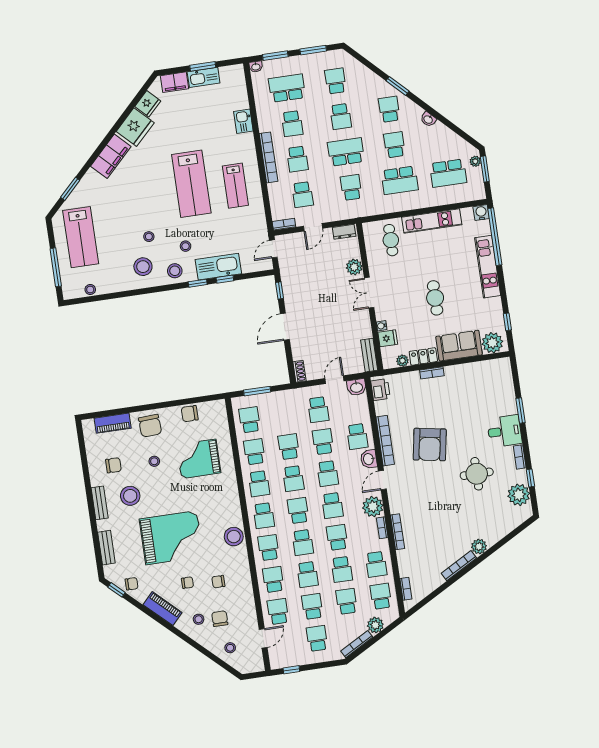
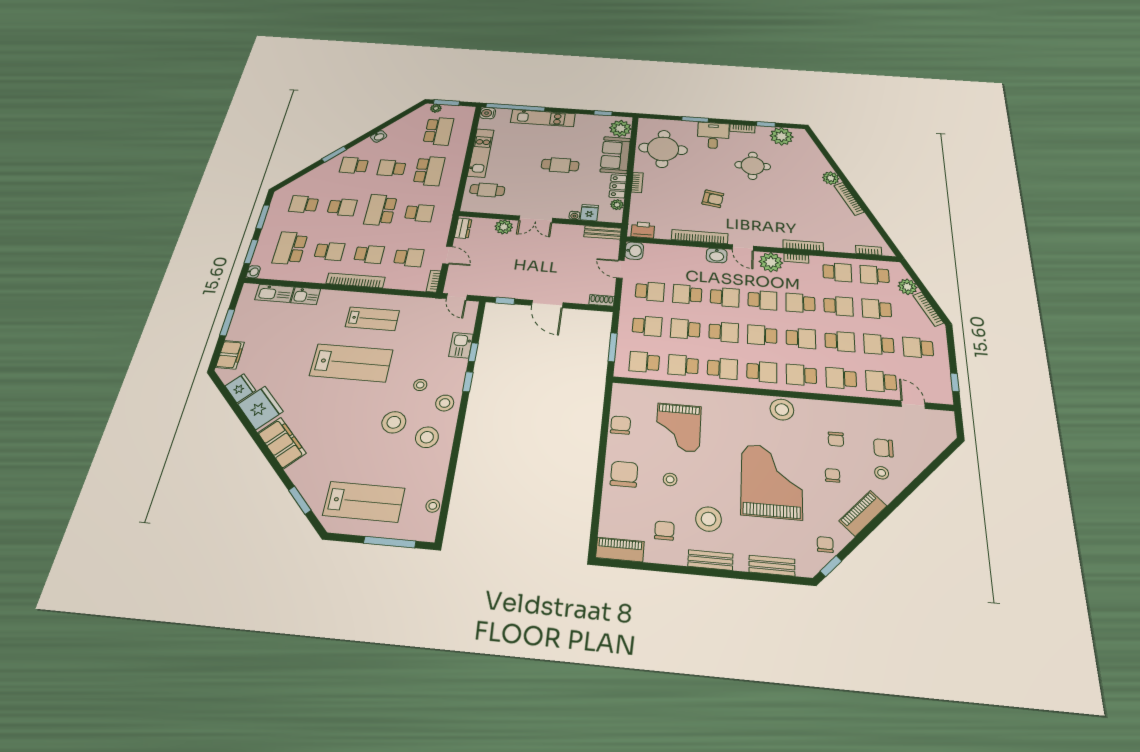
kitchen sink: (204, 77) -> (274, 293), moved, turned 90
school desk: (351, 187) -> (419, 213), turned 180
stool: (149, 237) -> (394, 422), width x1.89, depth x1.89
kitchen sink: (218, 267) -> (461, 345), width x0.53, depth x0.81
round table: (477, 388) -> (663, 149), added
chair: (190, 414) -> (621, 425), turned 180
piano: (113, 423) -> (620, 550), moved, turned -90
chair: (150, 426) -> (624, 474), turned -87
school desk: (357, 437) -> (647, 326), moved
armchair: (430, 445) -> (713, 199), width x0.53, depth x0.53
stool: (230, 648) -> (922, 444), removed

